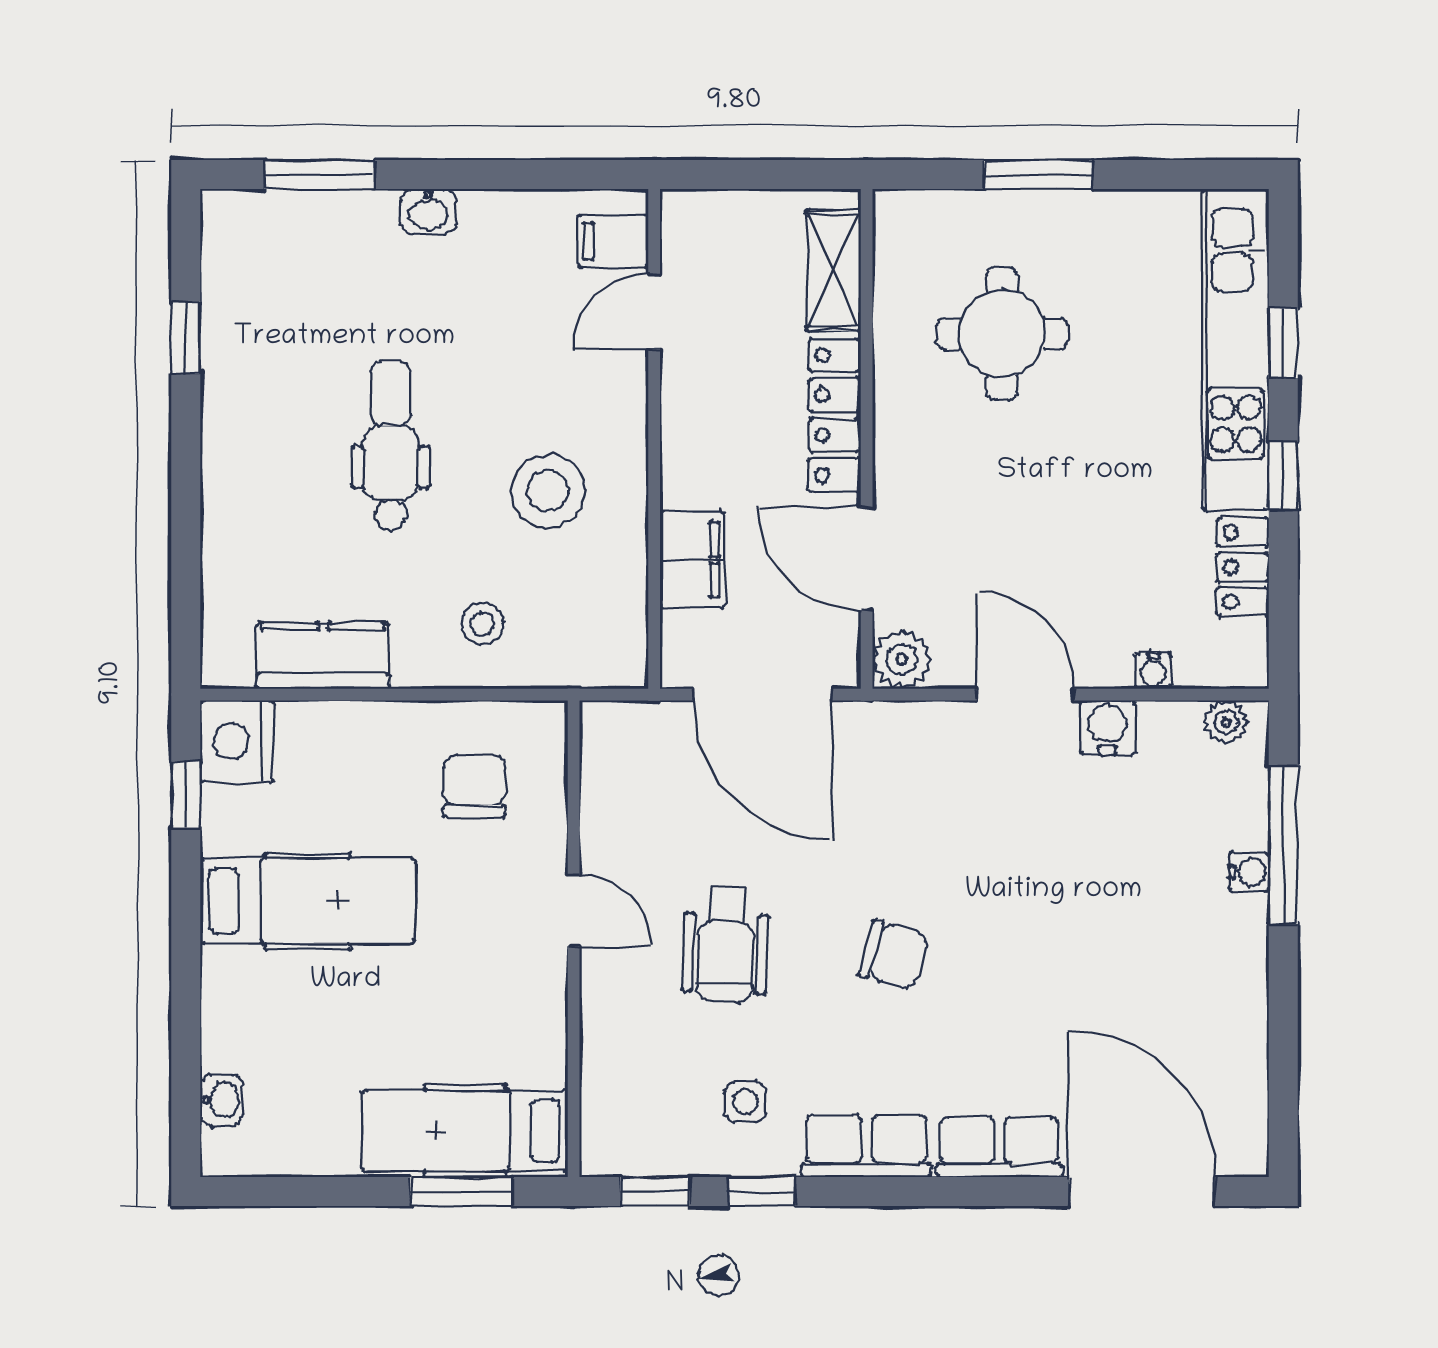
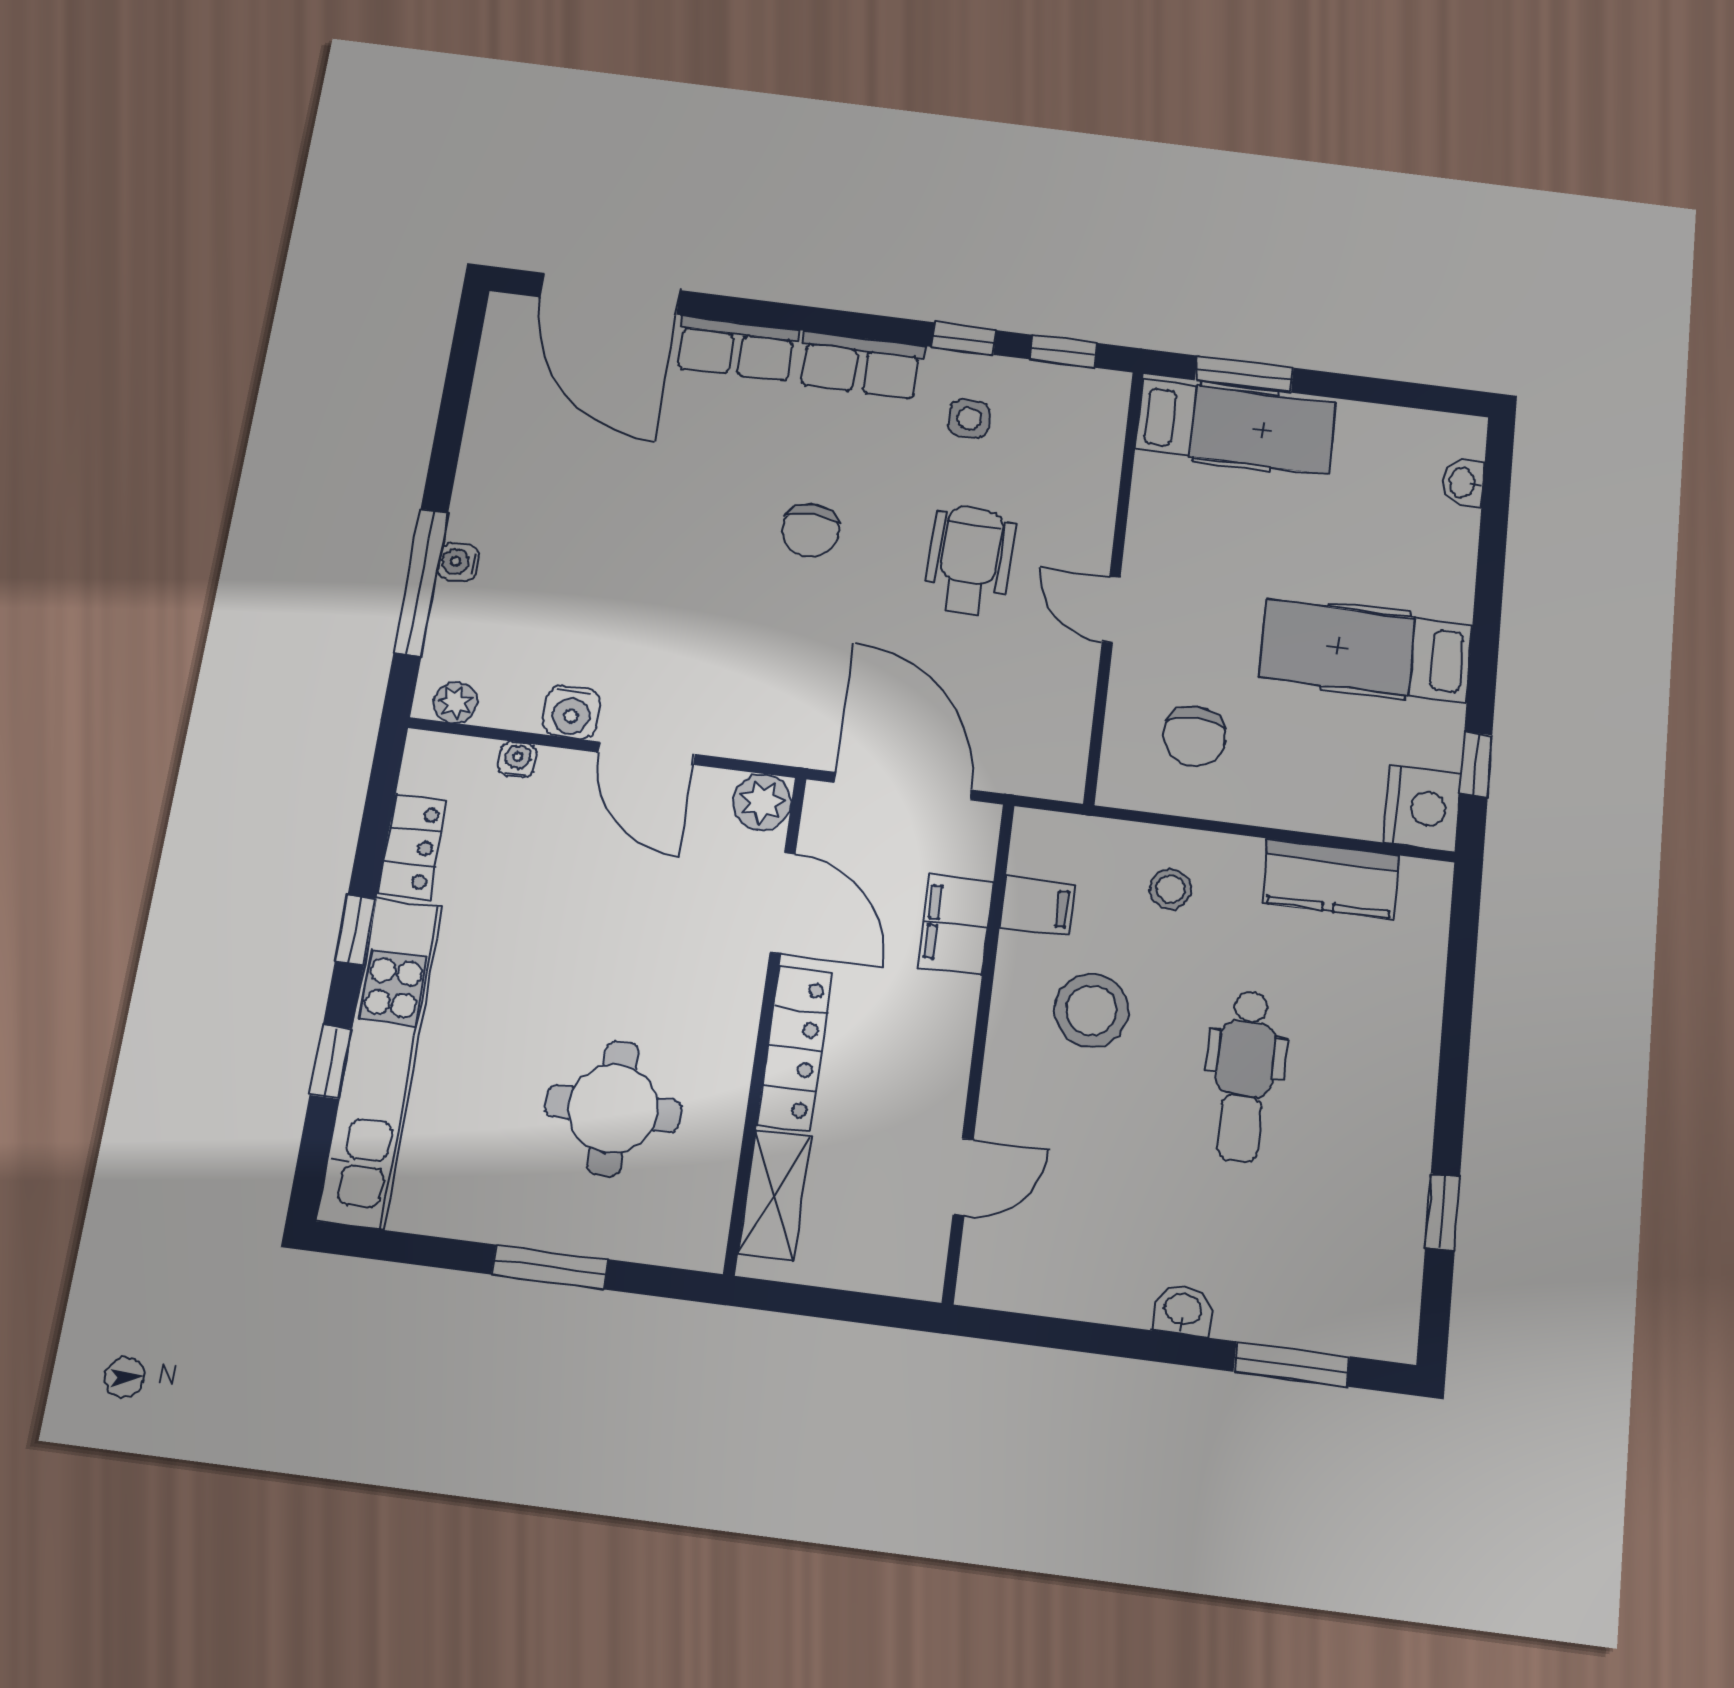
filing cabinet: (613, 241) -> (1038, 906), moved
chair: (894, 955) -> (810, 530), turned -106

